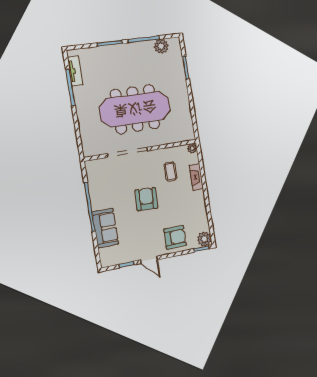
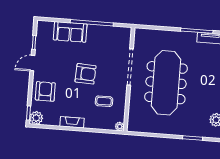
fireplace: (196, 177) -> (72, 122), moved
armchair: (175, 237) -> (45, 91), turned 180

